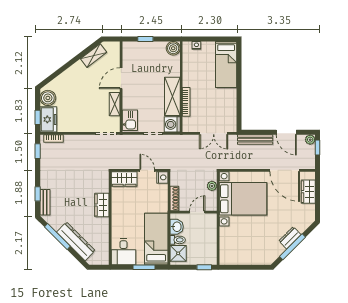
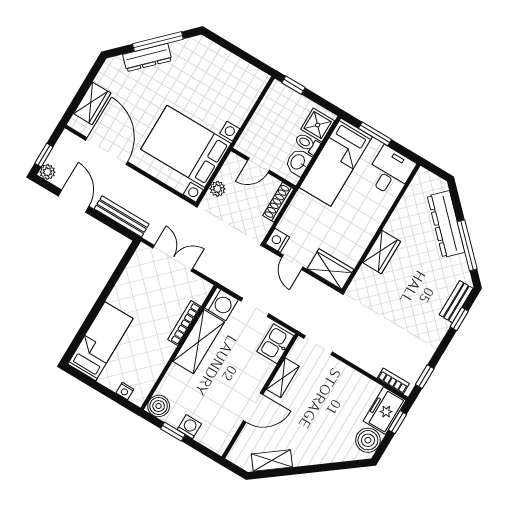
window: (145, 39) -> (173, 432), moved
washing machine: (150, 47) -> (189, 427), added
dresser: (290, 238) -> (147, 57), width x1.44

